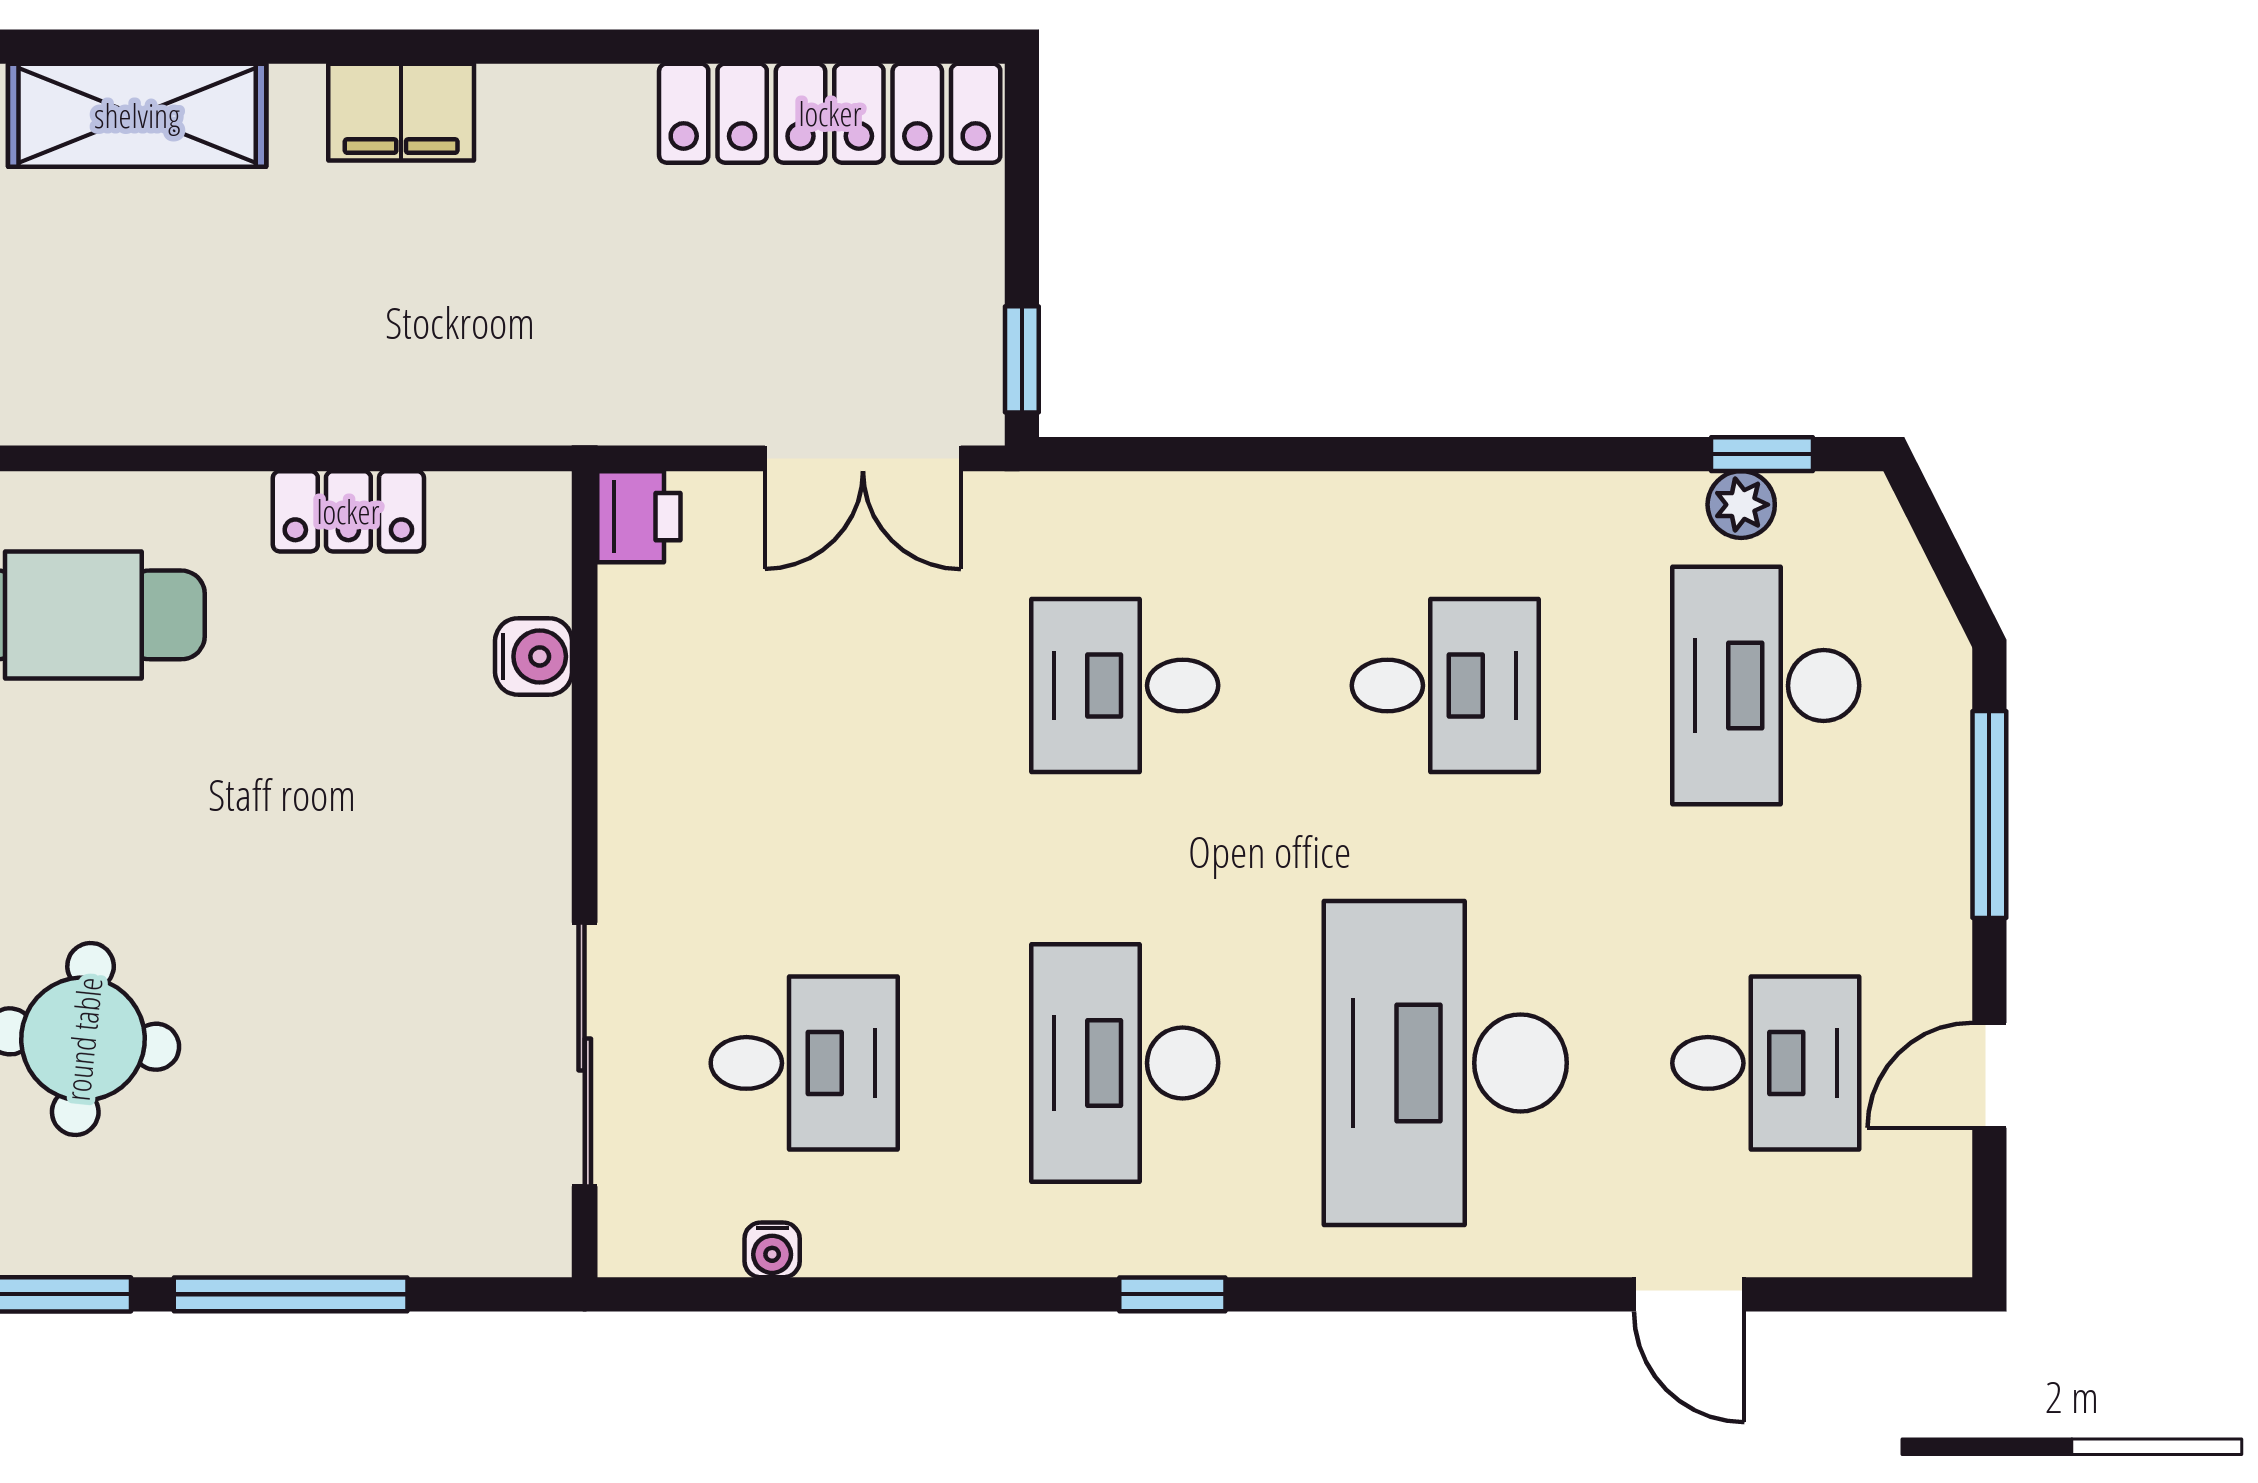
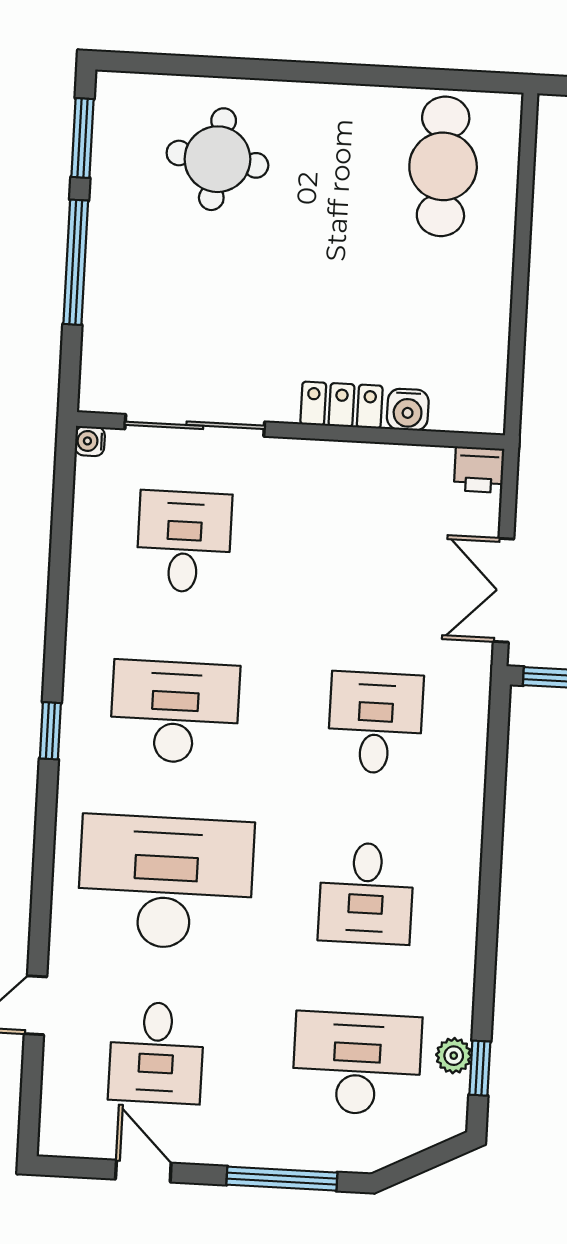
locker: (348, 511) -> (341, 405), moved, turned 90
desk: (804, 1063) -> (184, 542), turned 180
water cooler: (772, 1250) -> (90, 441), moved

